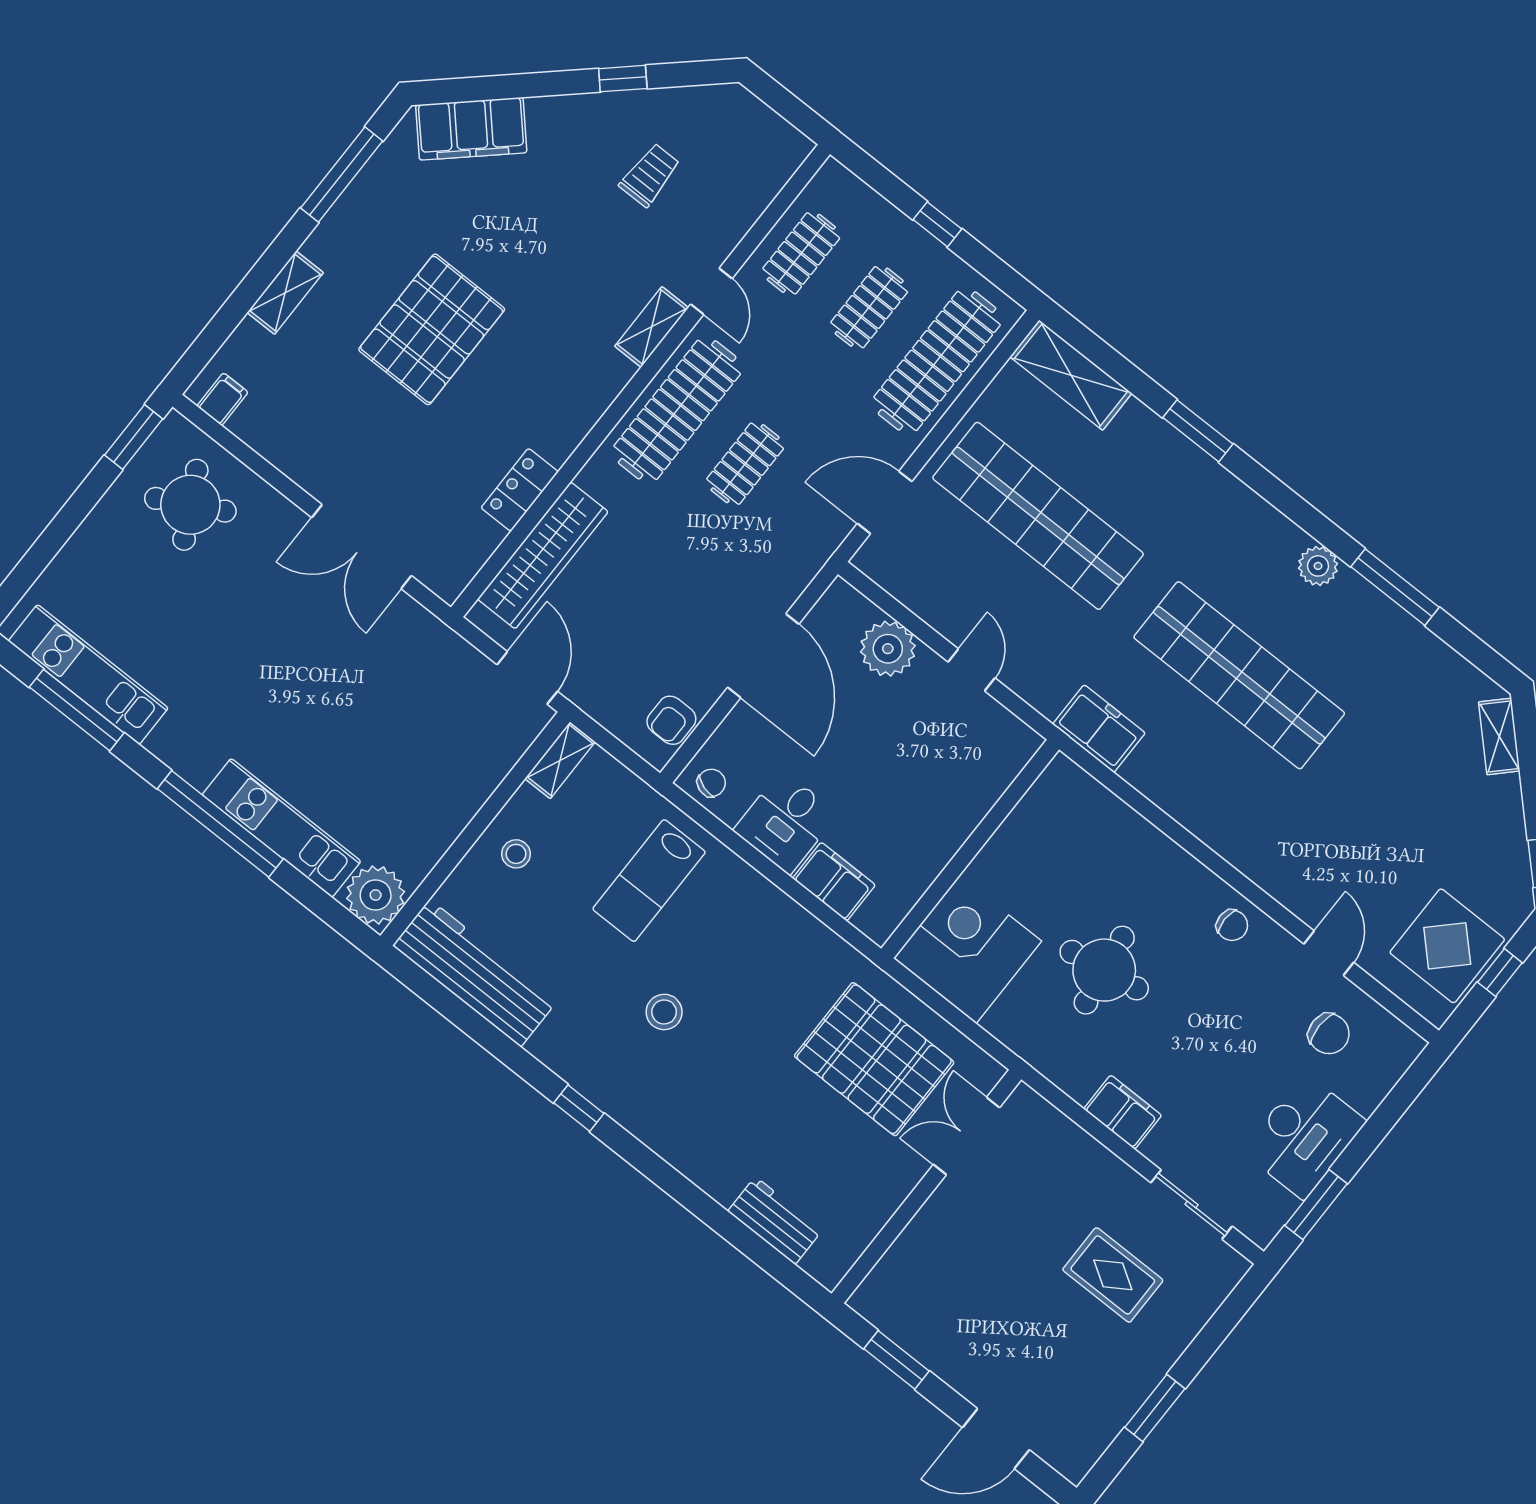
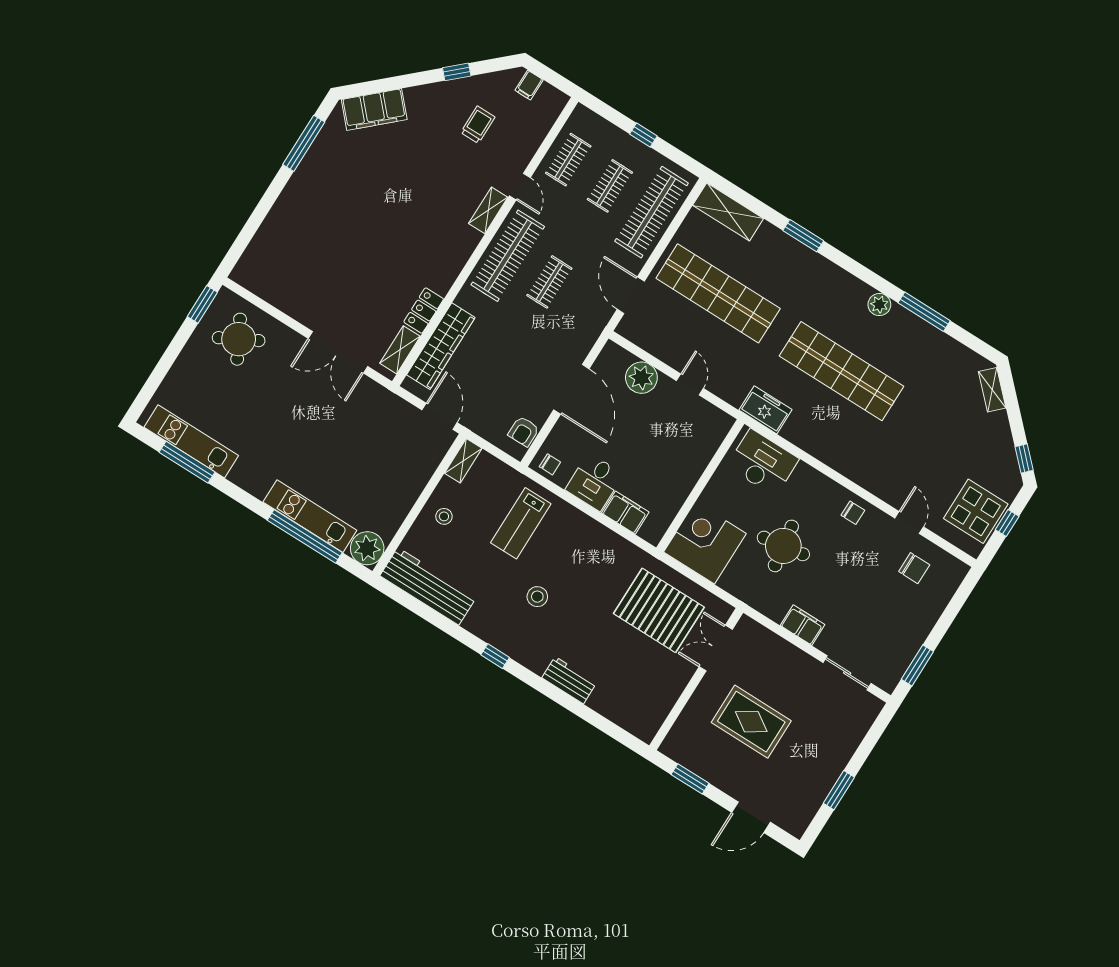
shelving: (285, 293) -> (400, 350), moved
pallet: (432, 329) -> (364, 225), removed
filing cabinet: (222, 399) -> (529, 85), moved, turned 180
door: (885, 502) -> (631, 295), hinge flipped
chair: (711, 783) -> (550, 464), turned 72
window: (220, 824) -> (305, 536), moved
desk: (1304, 1136) -> (763, 463), moved, turned -90
workbench: (775, 1221) -> (569, 680), moved
rug: (1113, 1275) -> (751, 722), moved, width x1.36, depth x1.43

